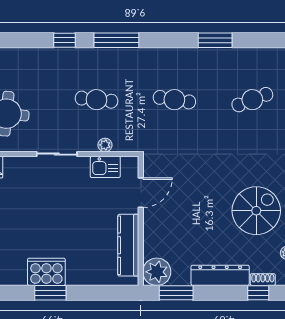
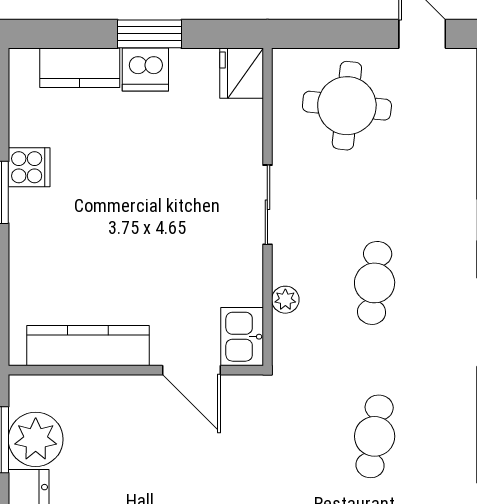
kitchen sink: (105, 167) -> (242, 337), moved
cooker: (46, 272) -> (29, 167), width x0.53, depth x0.76
plant: (157, 272) -> (36, 439), moved

